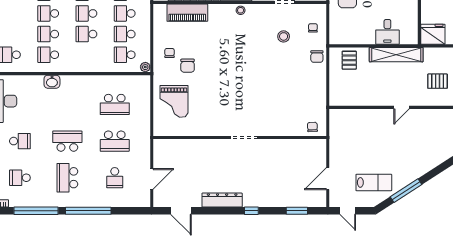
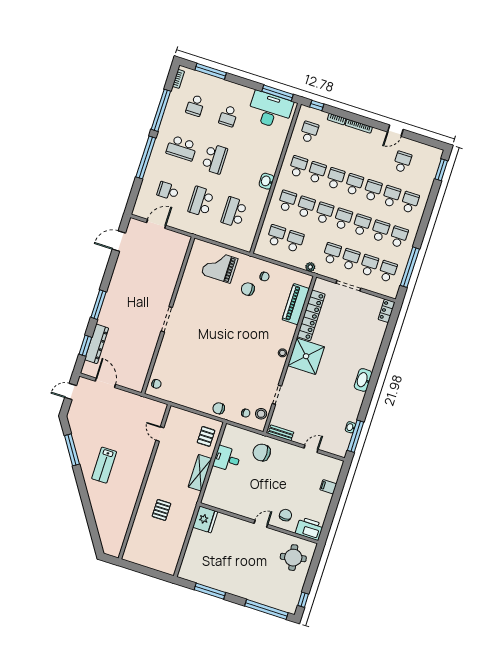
school desk: (125, 13) -> (287, 201), moved
desk: (387, 32) -> (227, 459), moved
stool: (284, 36) -> (261, 414), moved
shelving: (396, 55) -> (200, 473), width x0.68
pallet: (349, 60) -> (206, 436), turned 90
plant: (145, 67) -> (310, 267), moved
washbasin: (52, 82) -> (267, 181), moved
door: (401, 107) -> (160, 434), moved
school desk: (20, 178) -> (195, 105), turned 180
school desk: (67, 178) -> (182, 148), turned 180
door: (152, 179) -> (156, 224), swing flipped
lab bench: (374, 182) -> (104, 465), moved
dresser: (222, 200) -> (97, 344), moved
window: (251, 211) -> (98, 305), width x2.17

